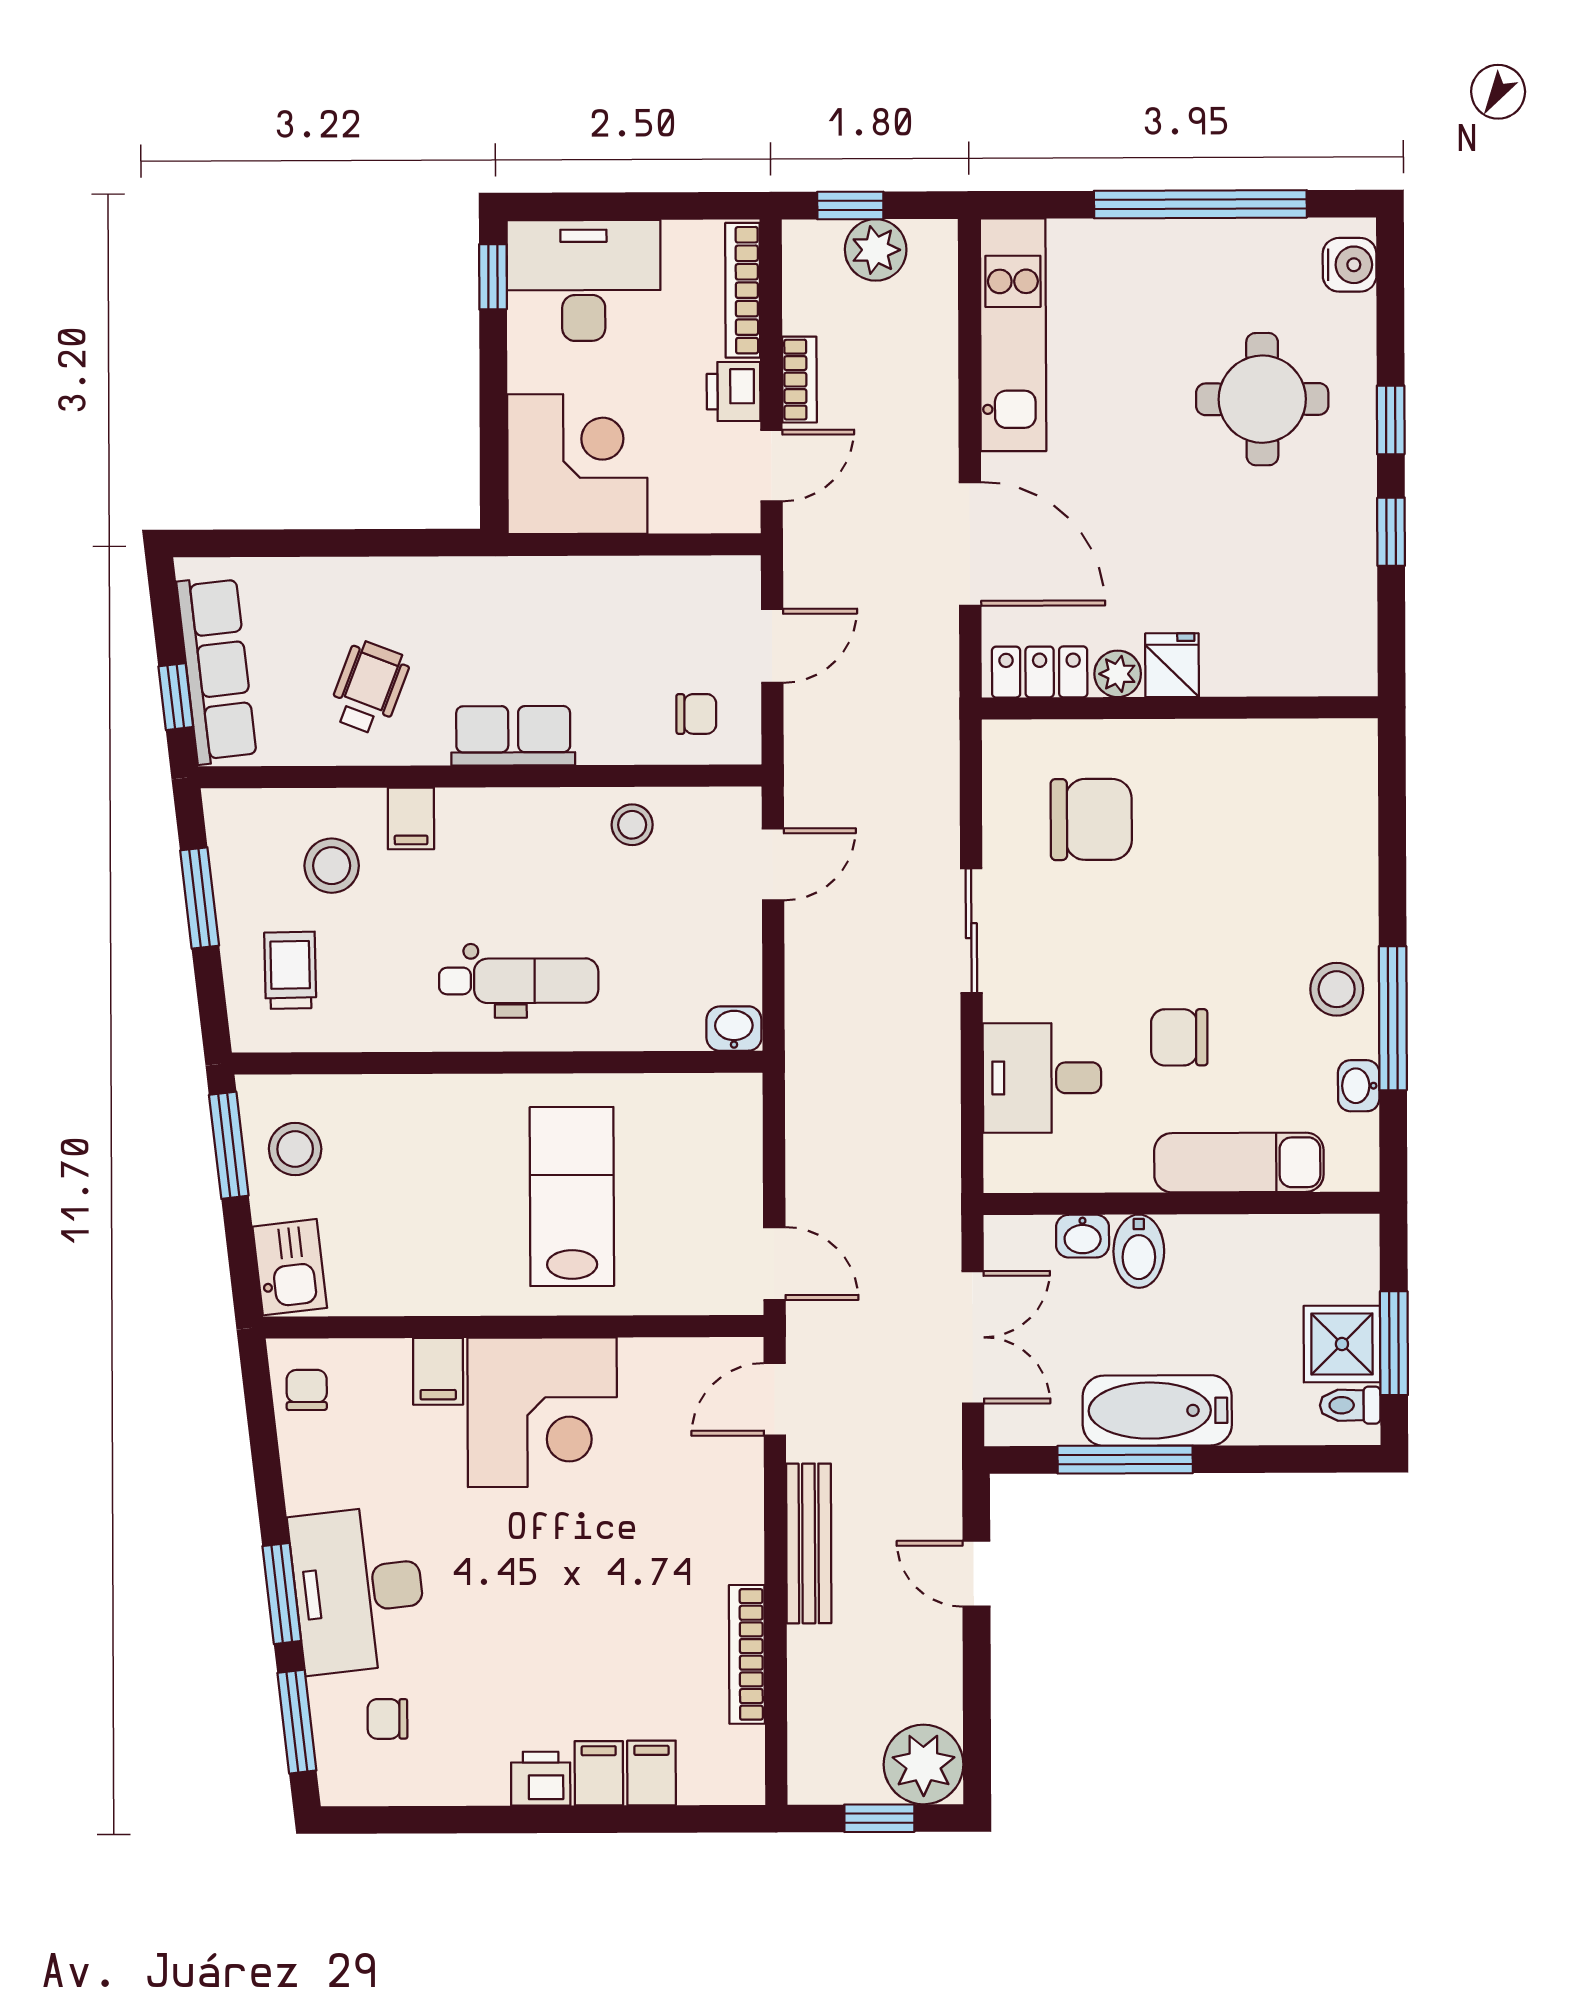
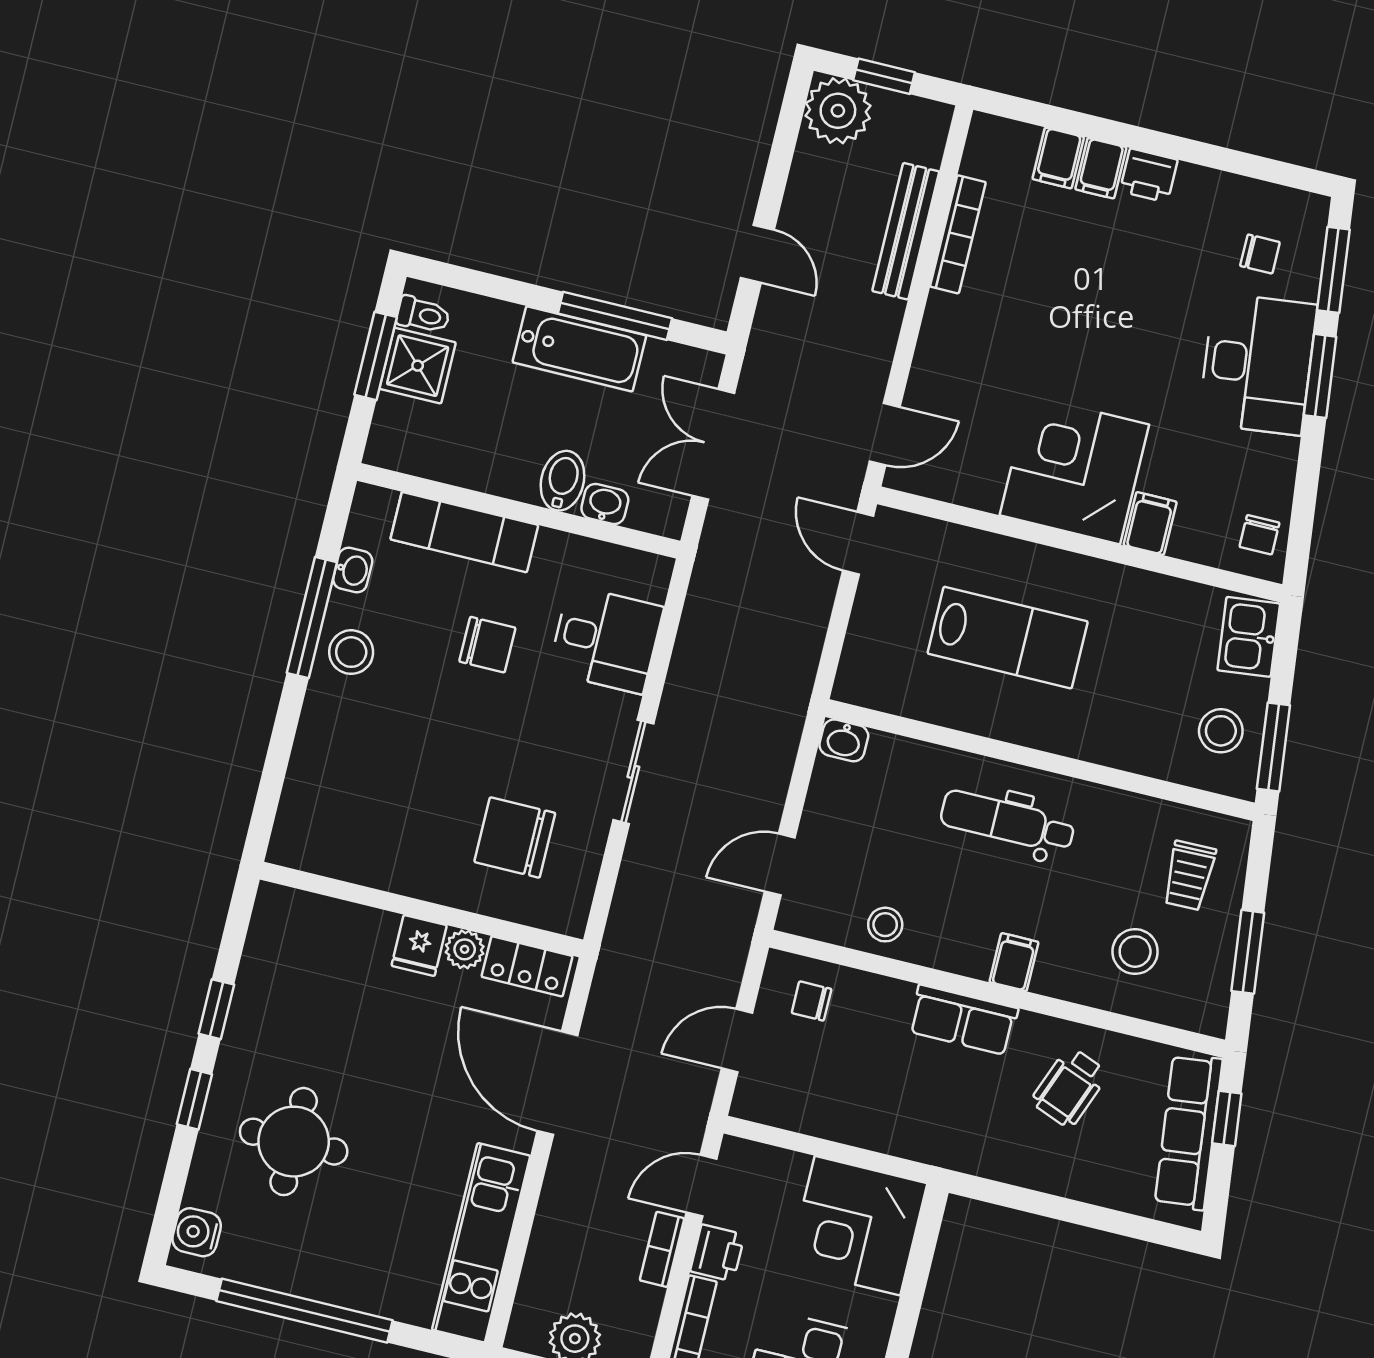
filing cabinet: (411, 818) -> (1014, 962), moved
lab bench: (572, 1197) -> (1008, 638), turned -90
bench: (809, 1543) -> (906, 231), moved

